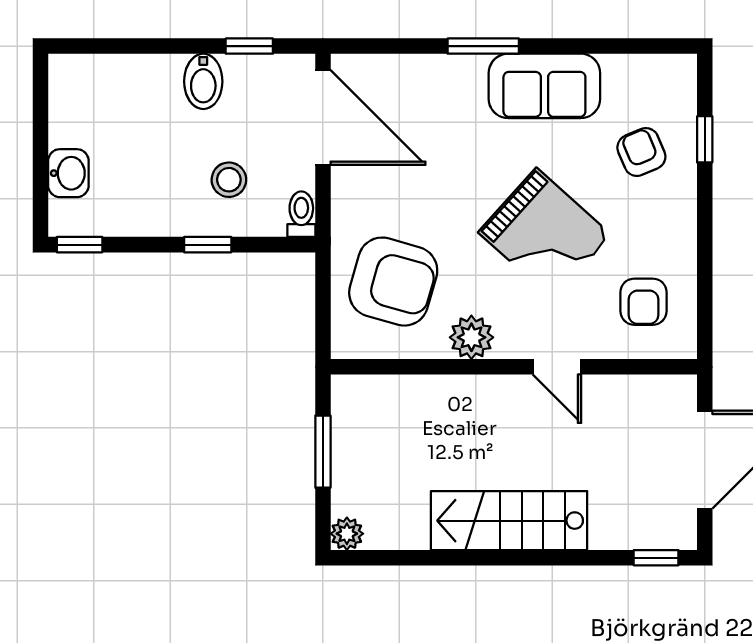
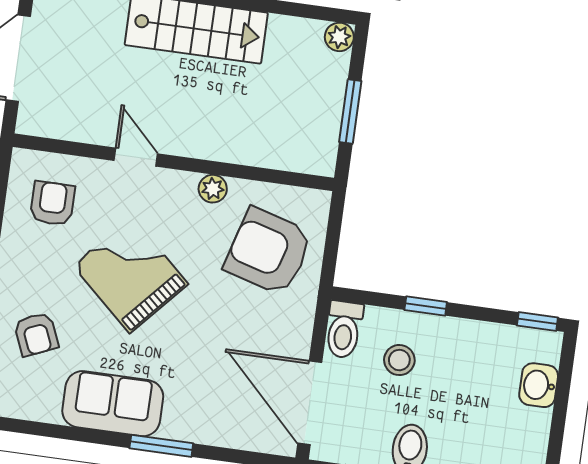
toilet: (301, 214) -> (344, 329), width x1.37, depth x1.39
plant: (471, 337) -> (213, 189), width x0.73, depth x0.73

